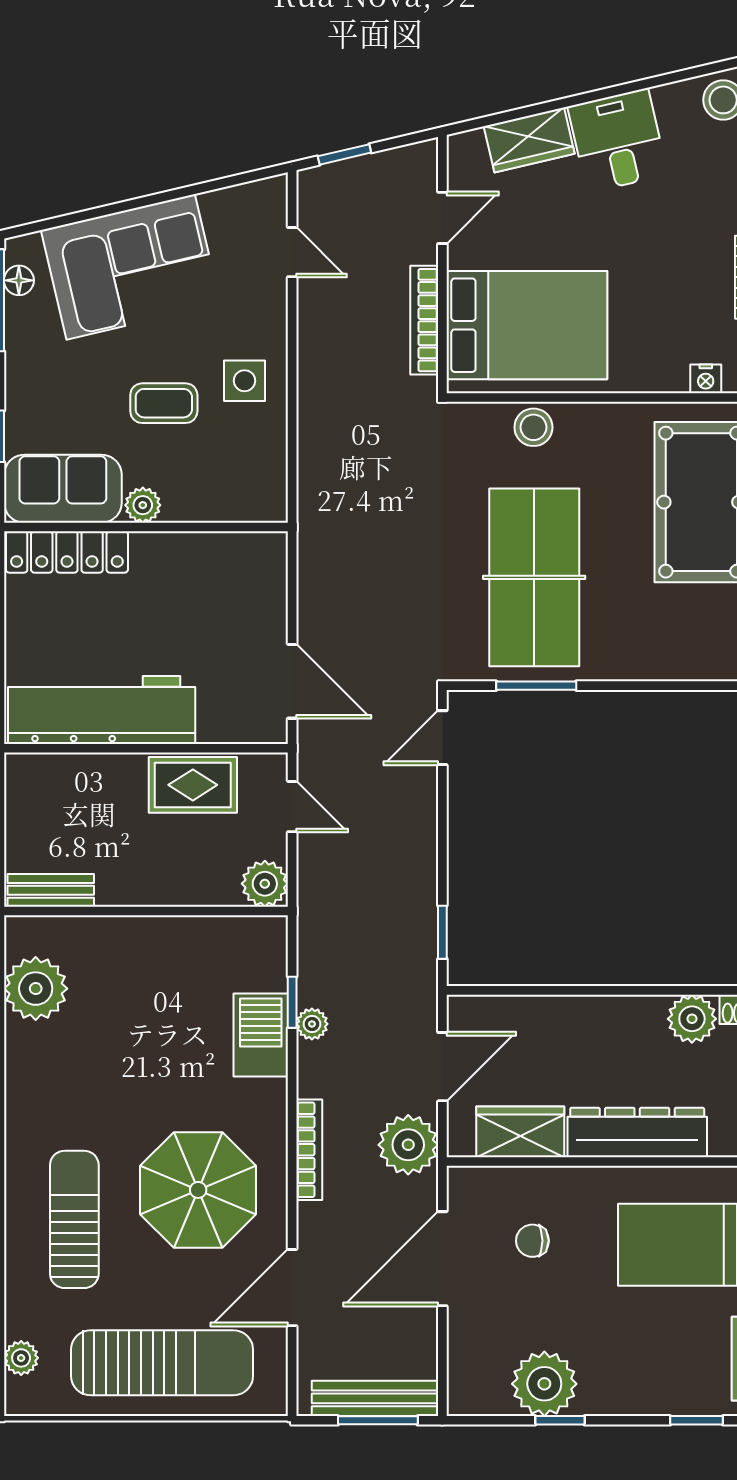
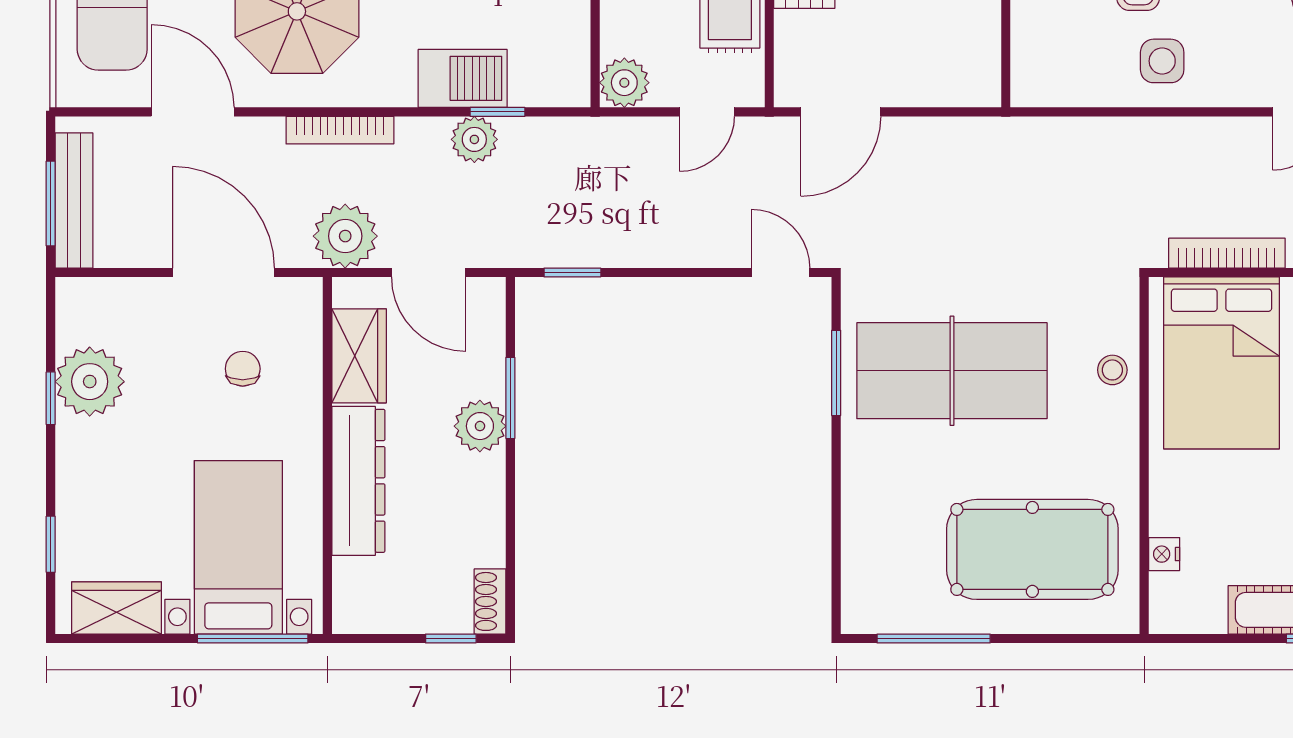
stool: (533, 427) -> (1112, 370), width x0.73, depth x0.73
window: (560, 990) -> (510, 398), added
plant: (692, 1019) -> (480, 426), moved
plant: (312, 1024) -> (474, 139), width x1.38, depth x1.38

